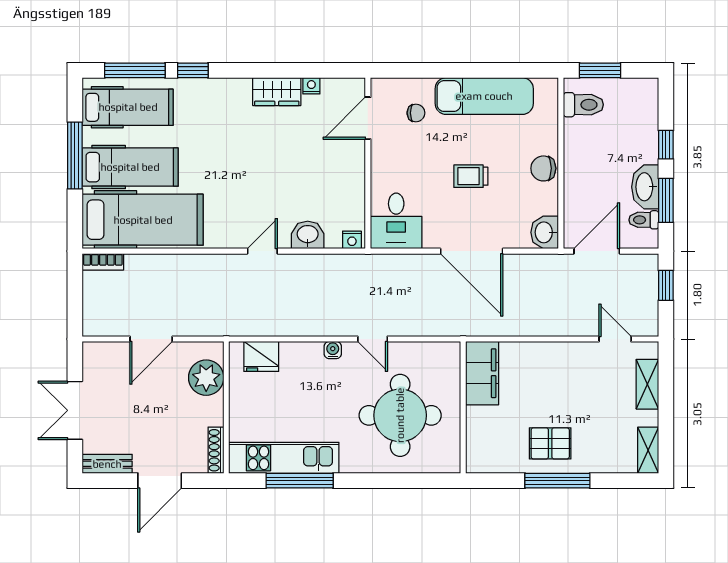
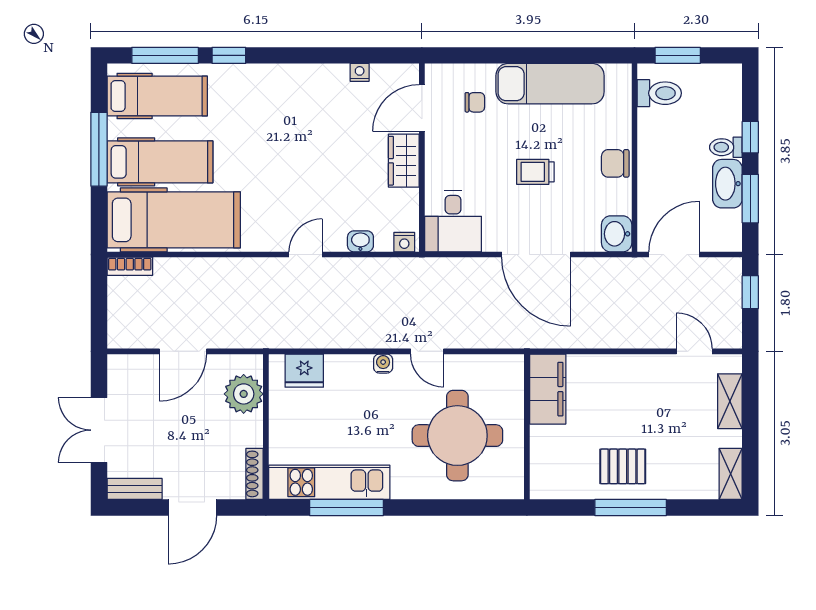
wardrobe: (277, 92) -> (404, 161), moved, turned 90
toilet: (644, 220) -> (726, 147), moved
washbasin: (308, 235) -> (360, 241), width x0.72, depth x0.69

